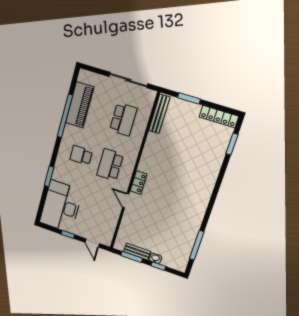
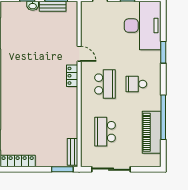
window: (189, 98) -> (62, 169), moved
bench: (159, 114) -> (73, 152), width x0.73
school desk: (81, 155) -> (136, 84), turned 180

